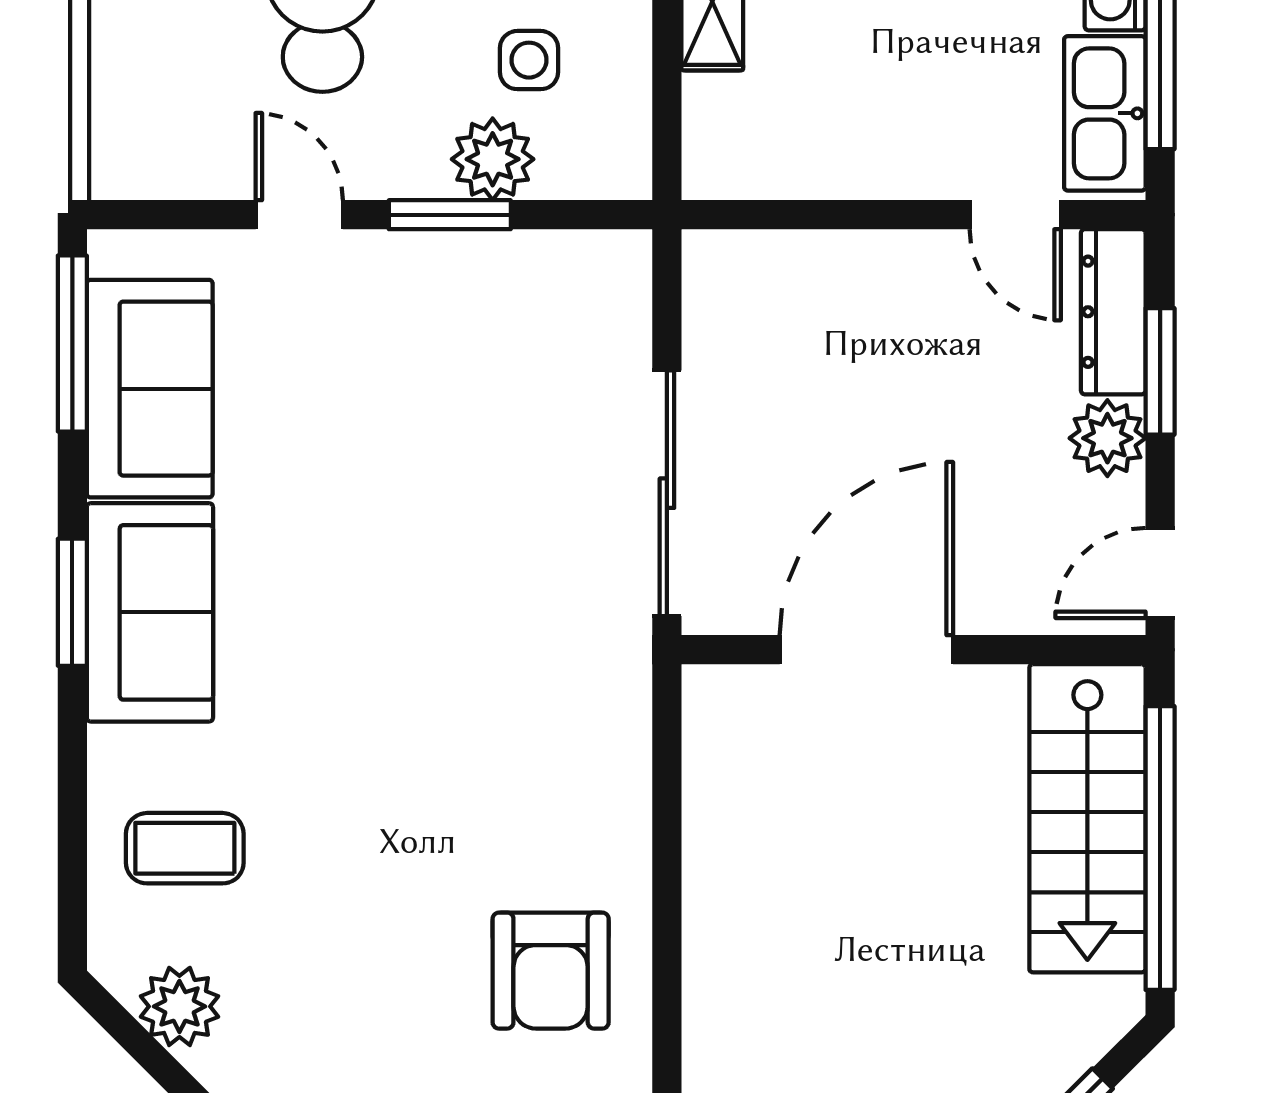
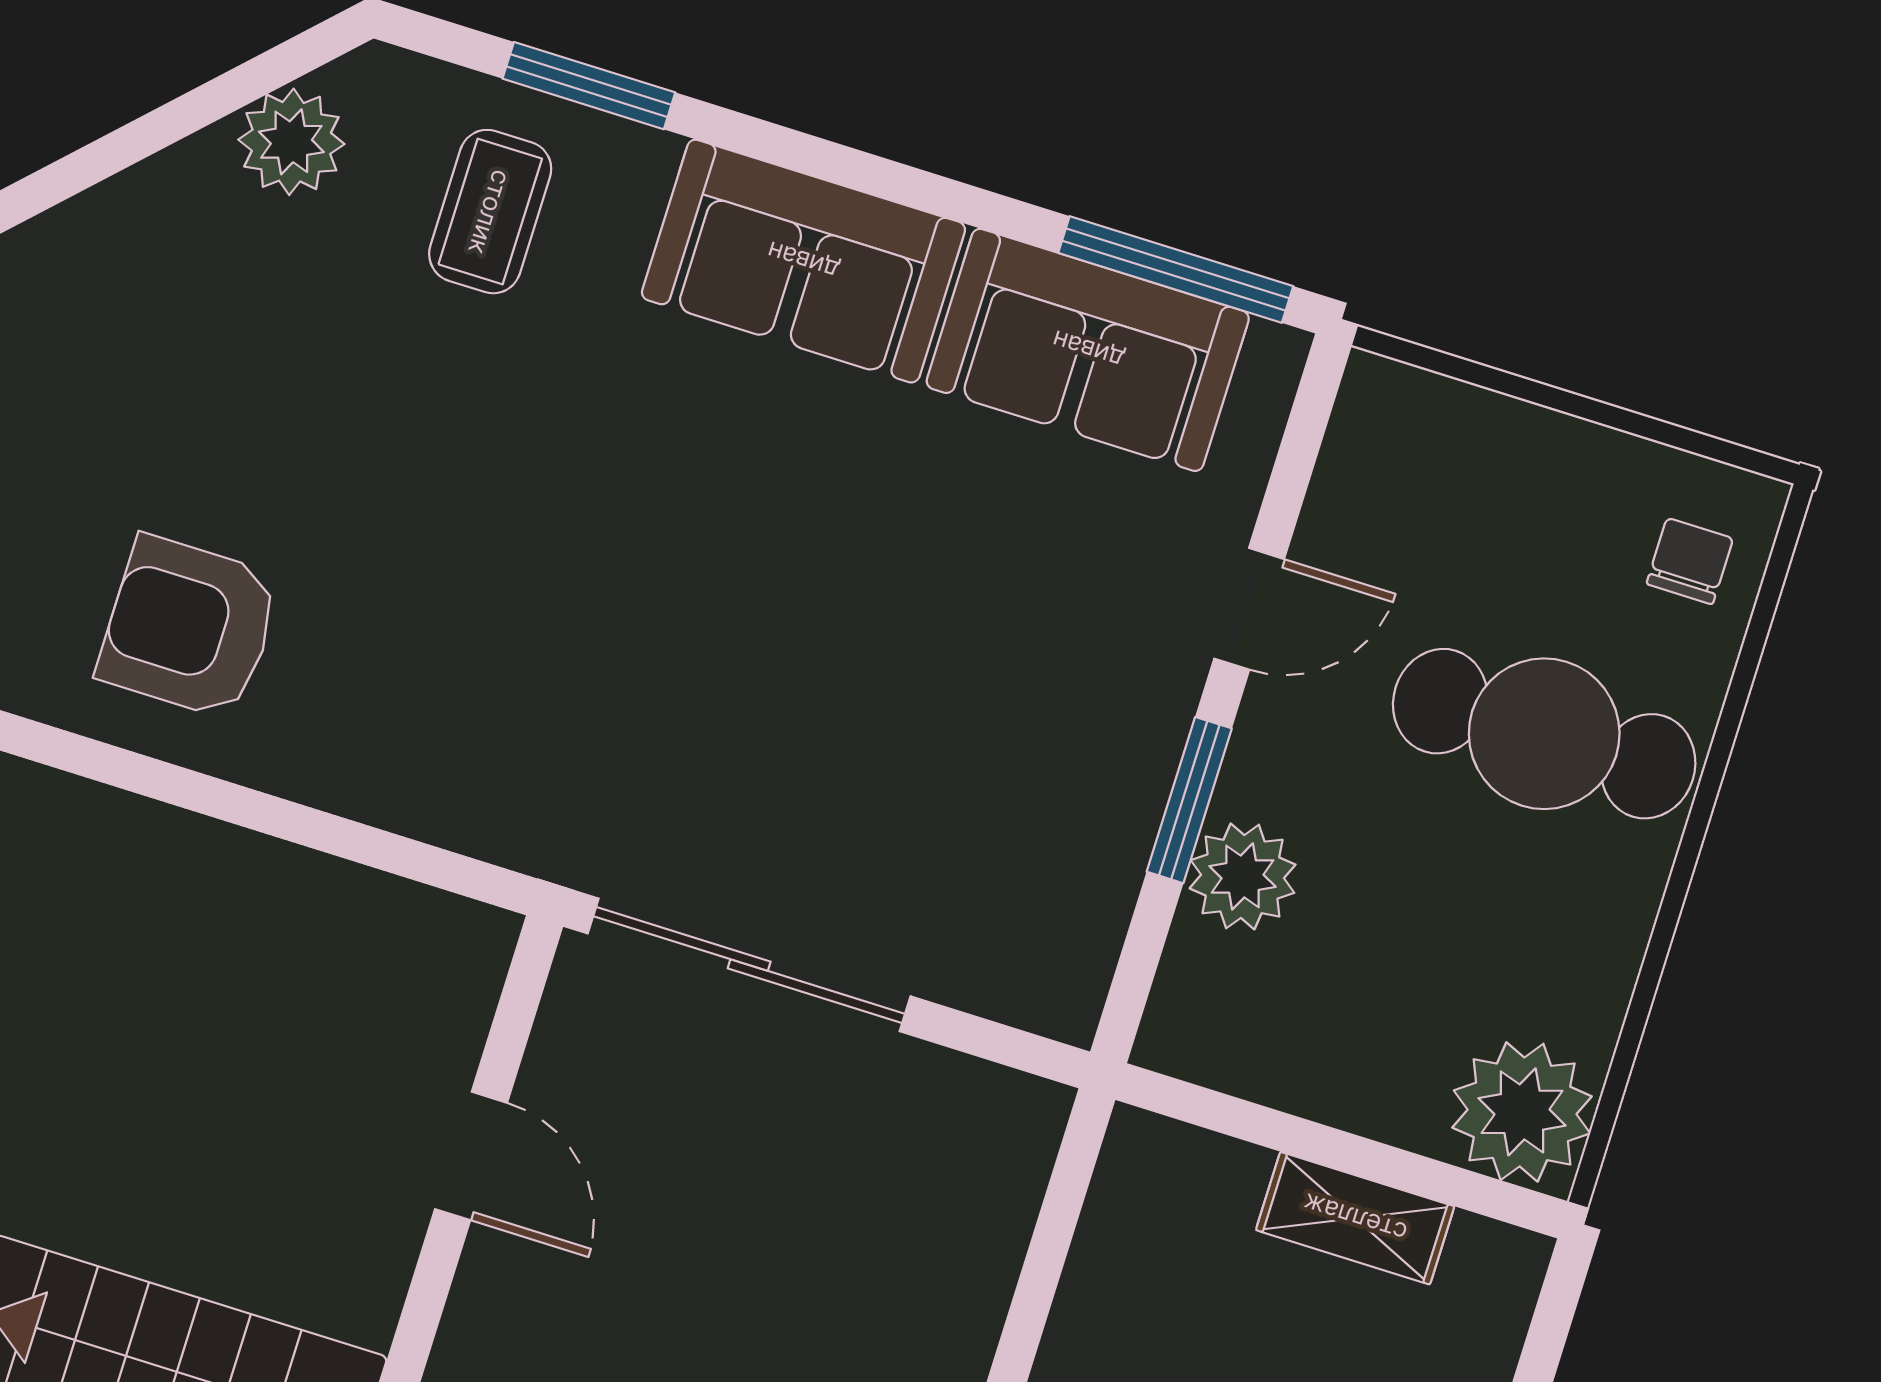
side table: (529, 60) -> (1354, 962), removed
window: (72, 602) -> (589, 86), moved
door: (866, 650) -> (471, 1156), width x0.53

